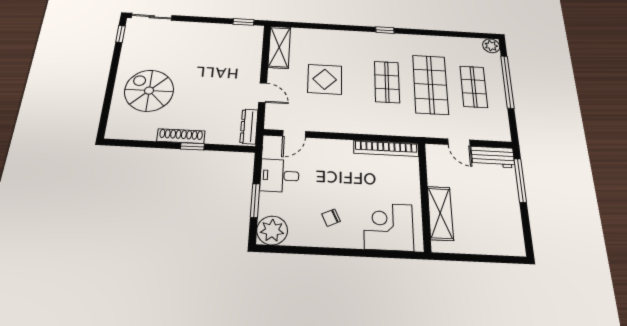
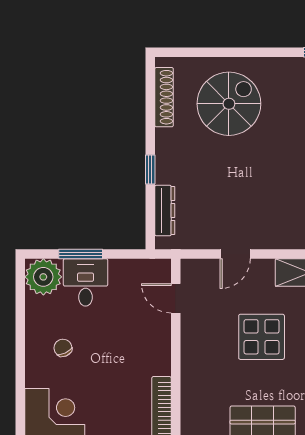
dresser: (249, 127) -> (165, 210), moved, turned 90
shoe rack: (181, 136) -> (164, 97), moved
desk: (280, 176) -> (86, 282), moved

